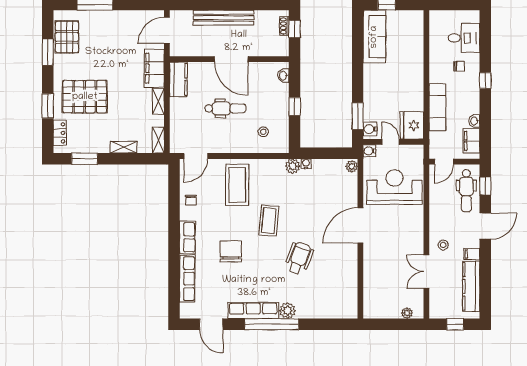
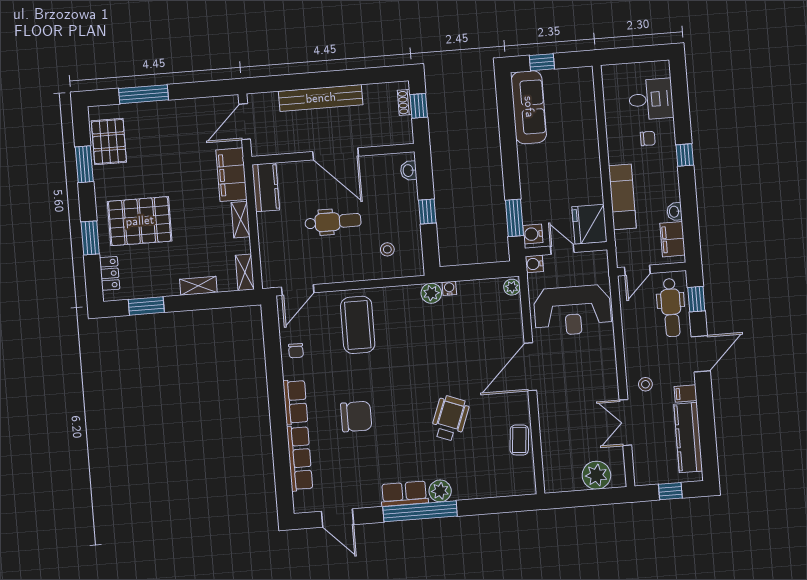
reception desk: (394, 187) -> (573, 311), turned 180
coffee table: (269, 221) -> (519, 440), moved, width x0.73, depth x0.77
chair: (231, 251) -> (356, 416), turned 90
row of seats: (253, 310) -> (404, 494), width x0.68
plant: (407, 313) -> (596, 475), width x1.87, depth x1.87

